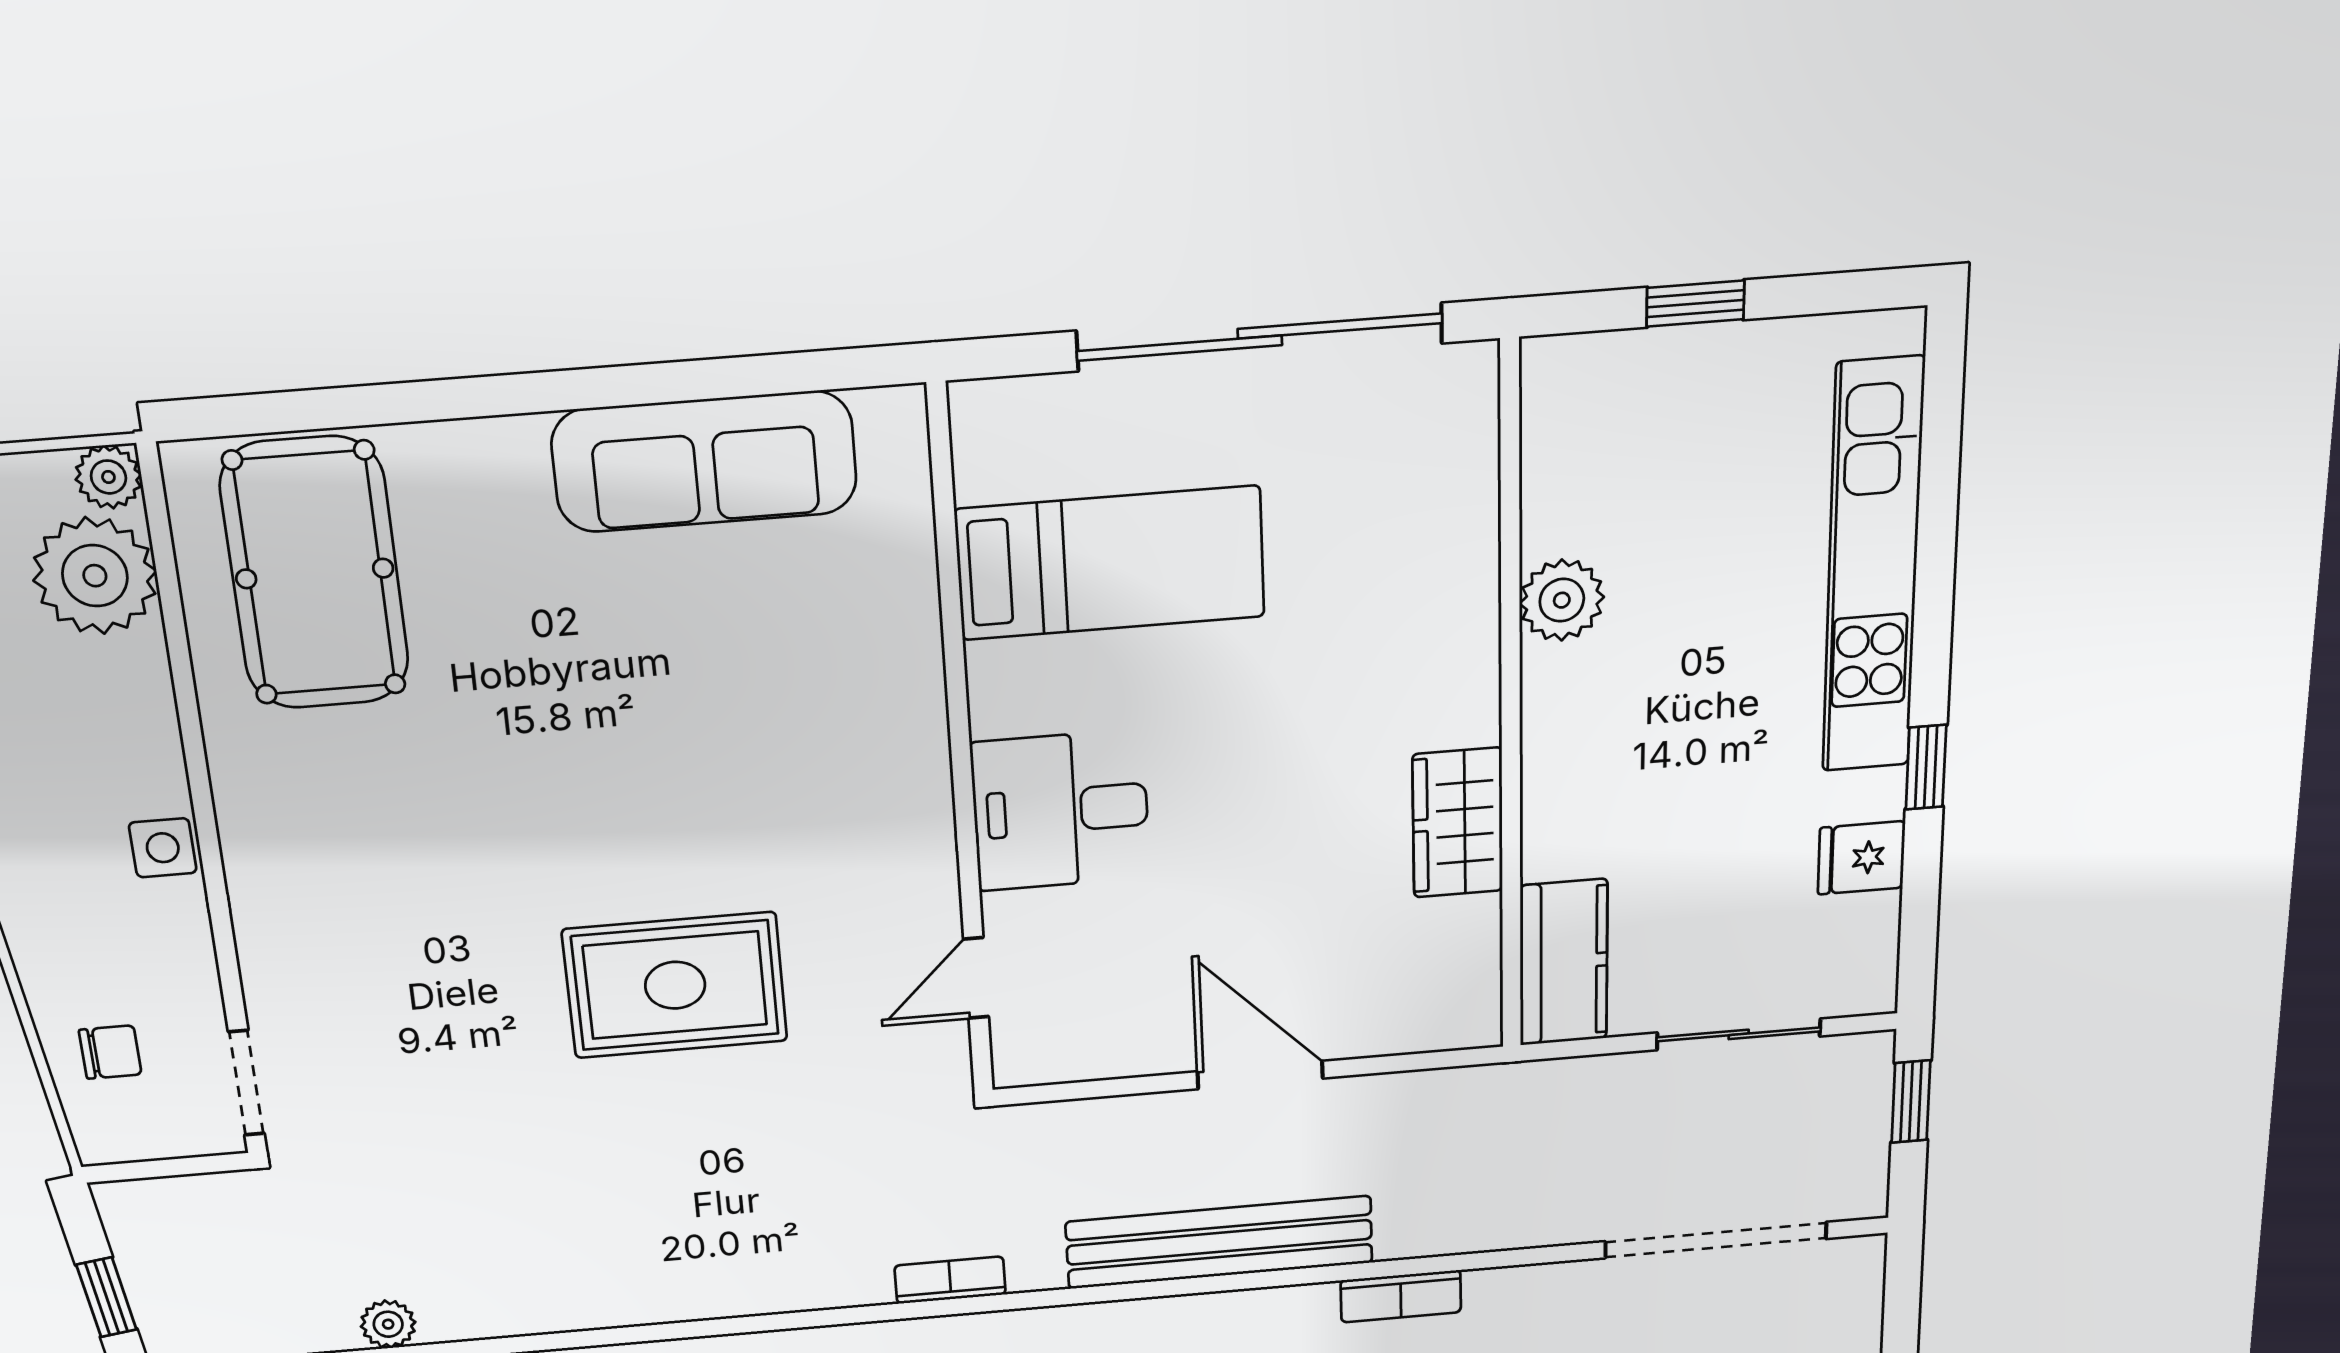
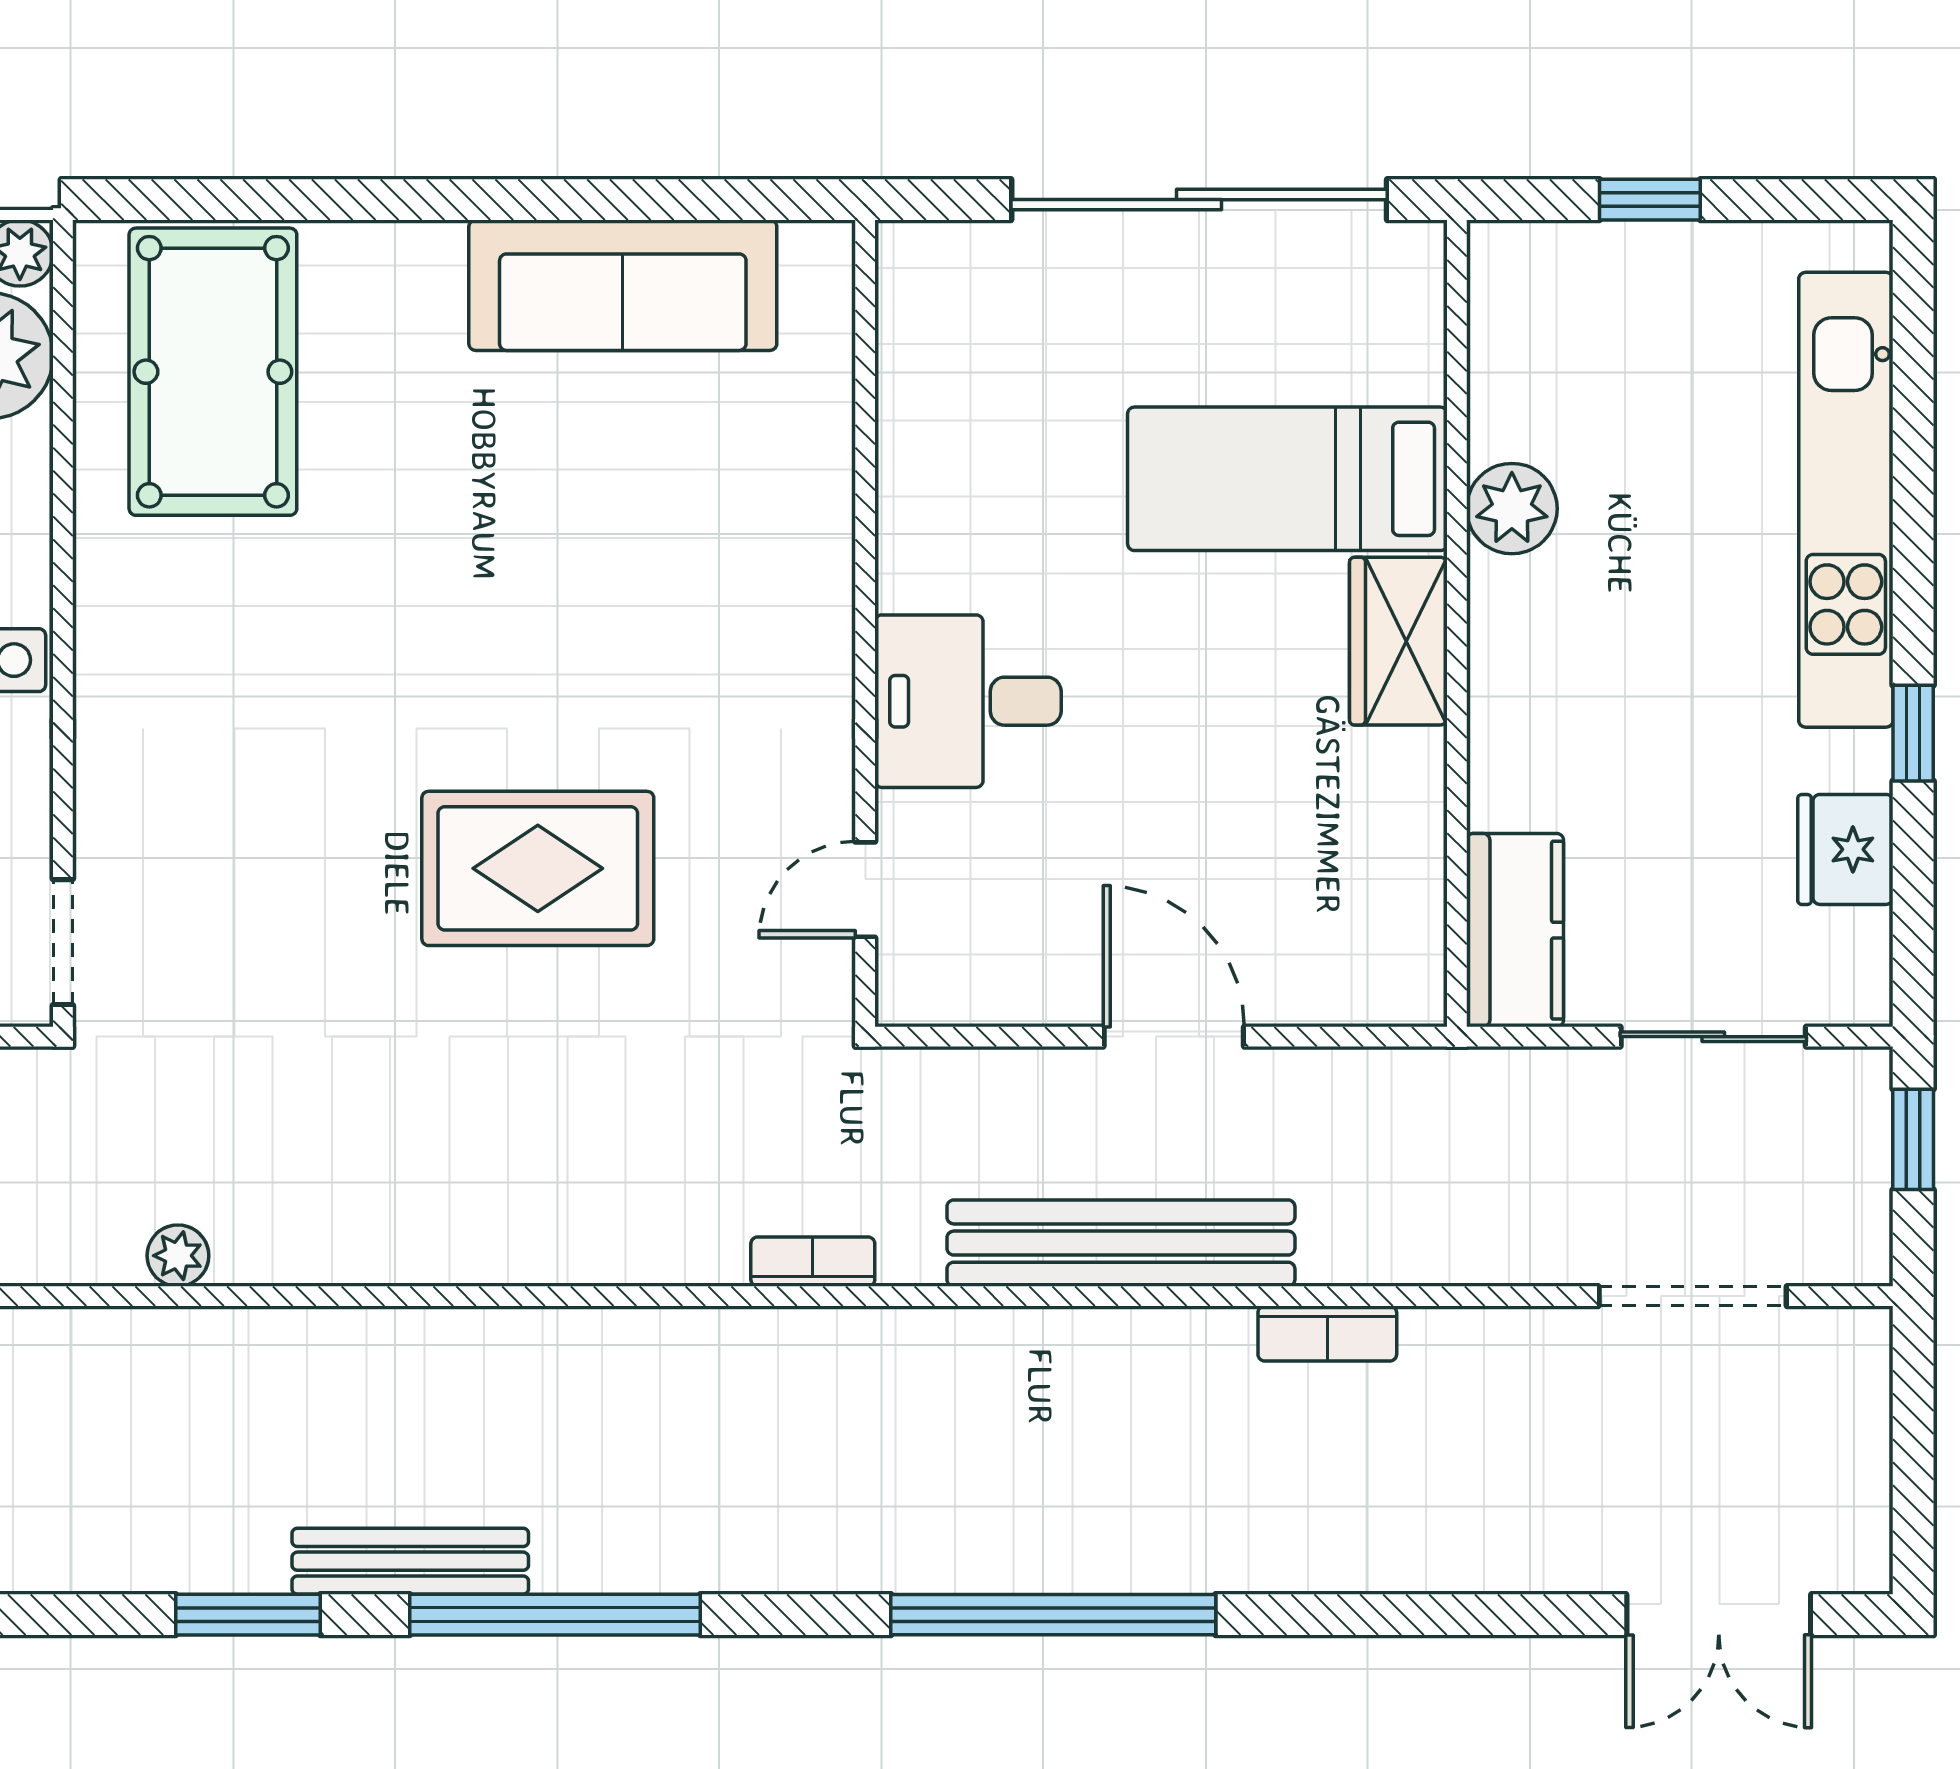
bed: (1110, 563) -> (1287, 479), moved, turned 180
wardrobe: (1458, 823) -> (1398, 641), moved
fridge: (1861, 858) -> (1845, 849), width x1.38
doorway: (1716, 1240) -> (1693, 1296), width x0.73

